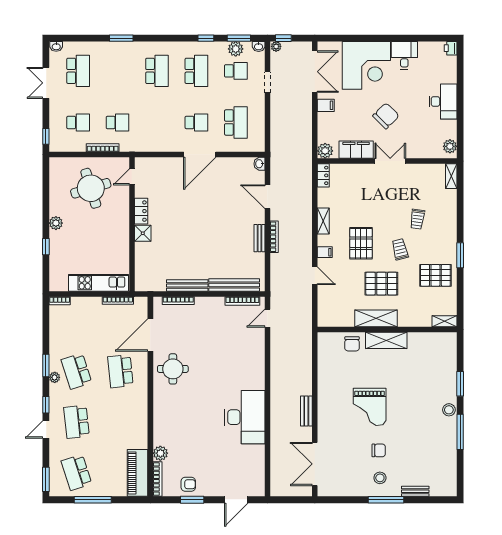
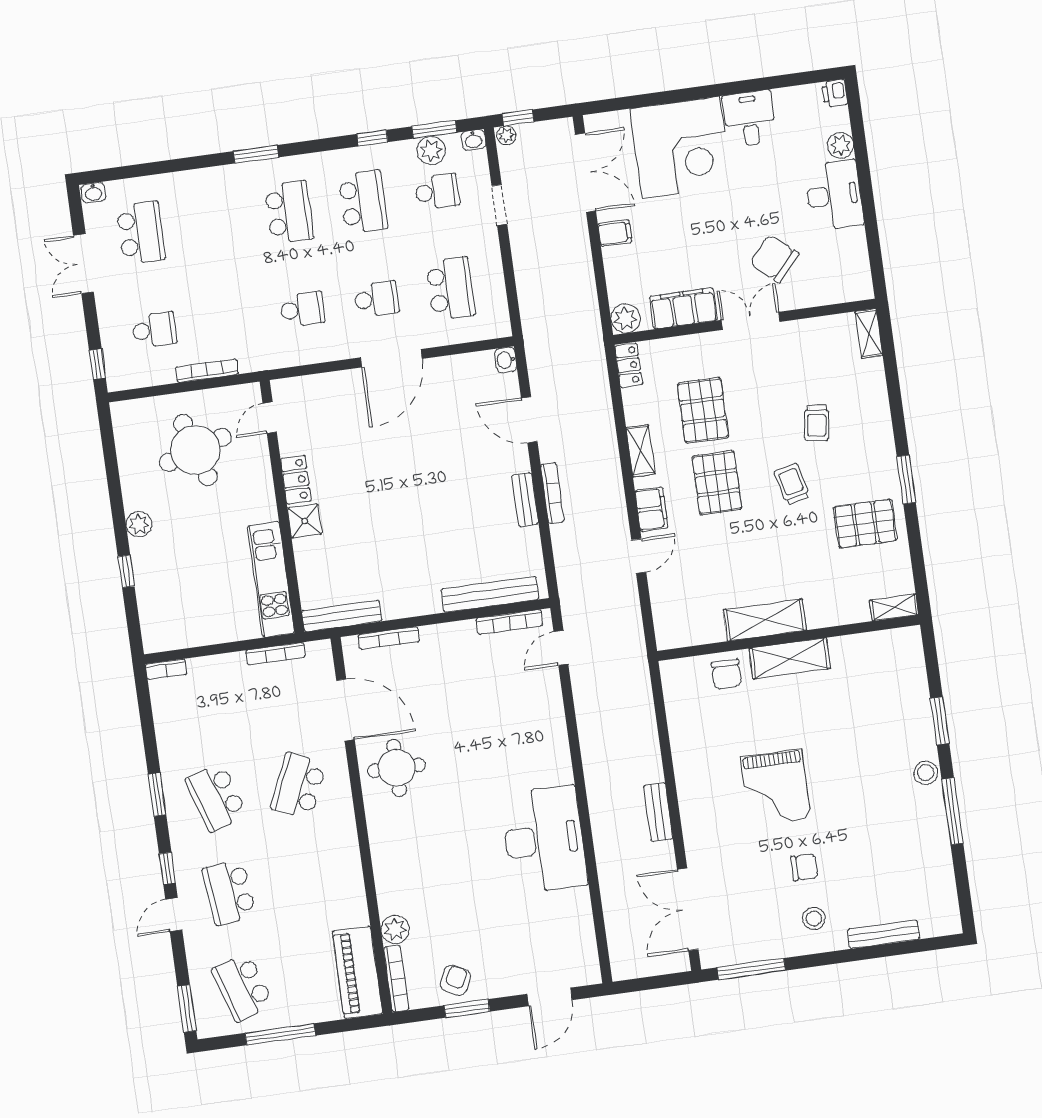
window: (121, 38) -> (256, 154), moved
chair: (386, 116) -> (774, 259), moved, turned -93
school desk: (118, 122) -> (302, 309), moved
plant: (450, 146) -> (840, 145), moved
filing cabinet: (325, 252) -> (651, 509), width x2.00
door: (315, 276) -> (639, 556), hinge flipped
kitchen unit: (98, 283) -> (271, 579), moved, turned -90
pallet: (381, 284) -> (703, 410), moved, turned 90
bench: (187, 286) -> (342, 616), moved
door: (150, 335) -> (345, 710), swing flipped
school desk: (120, 371) -> (299, 786), turned 30
plant: (55, 377) -> (177, 814), removed
armchair: (188, 484) -> (455, 980), turned -64
bench: (415, 491) -> (884, 934), width x1.36
window: (386, 500) -> (751, 969), moved

